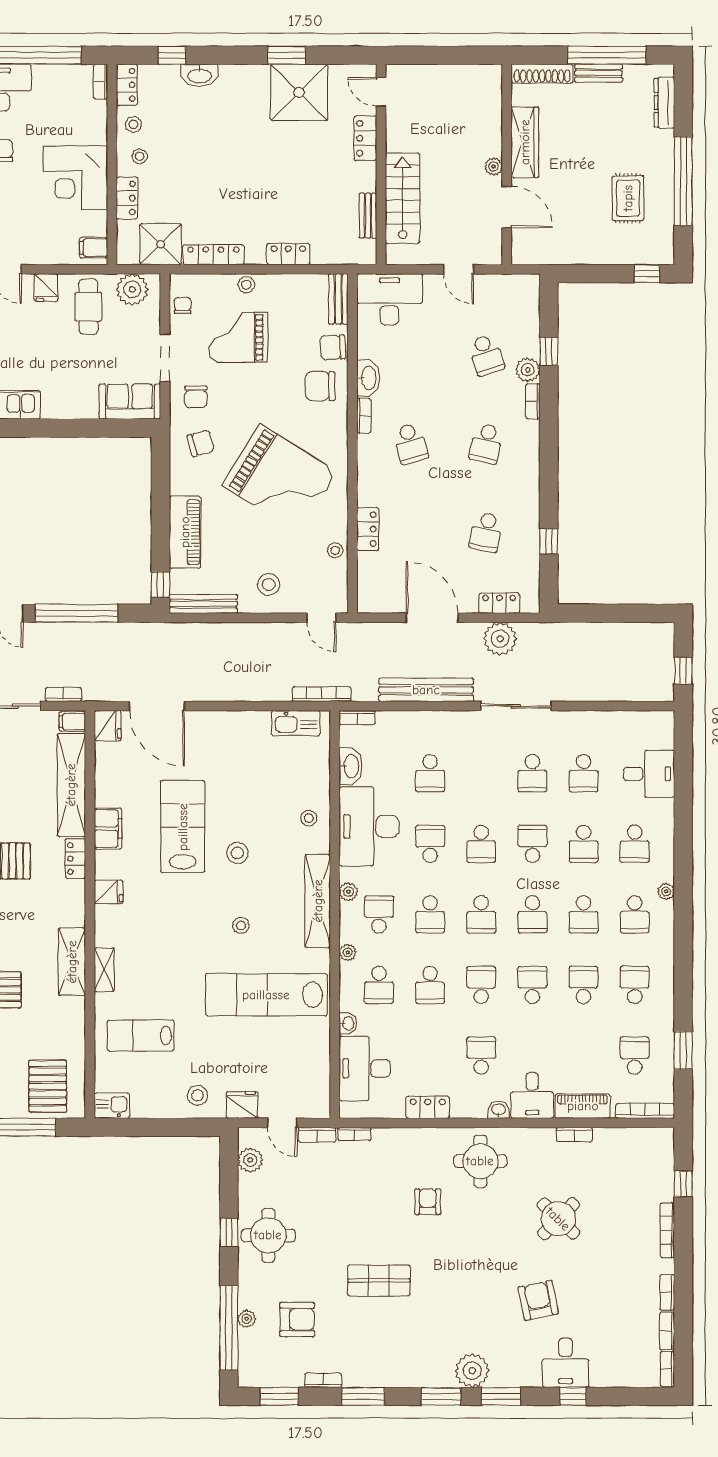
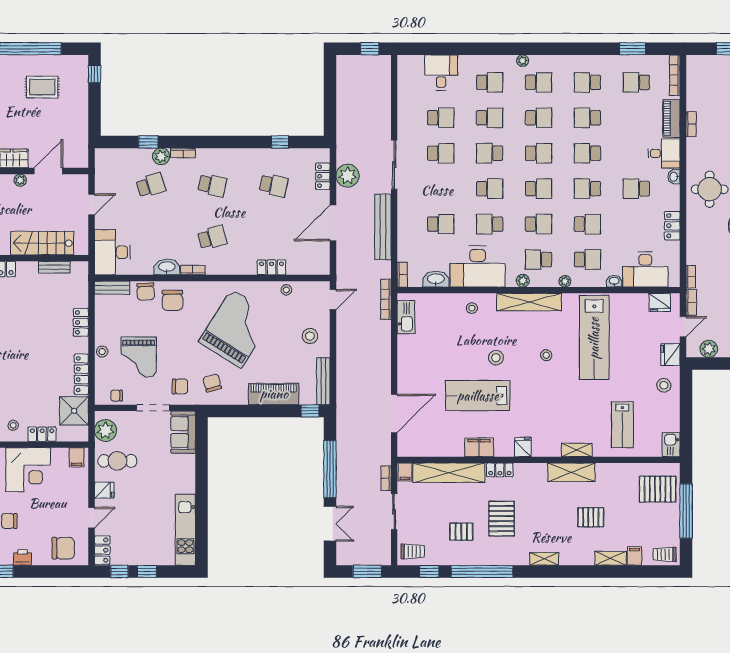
fridge: (108, 726) -> (660, 302), moved, turned 180

